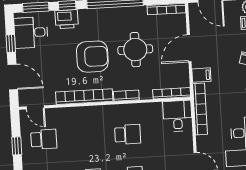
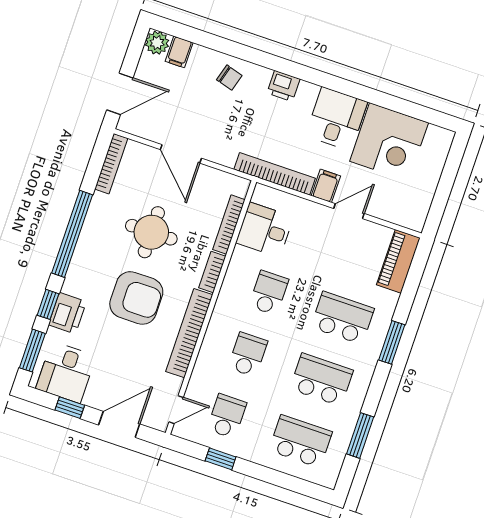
armchair: (92, 57) -> (136, 298), turned 90
filing cabinet: (201, 75) -> (326, 186), moved
bookcase: (172, 93) -> (229, 225), moved
desk: (178, 116) -> (265, 230), moved
school desk: (86, 137) -> (248, 354), added

